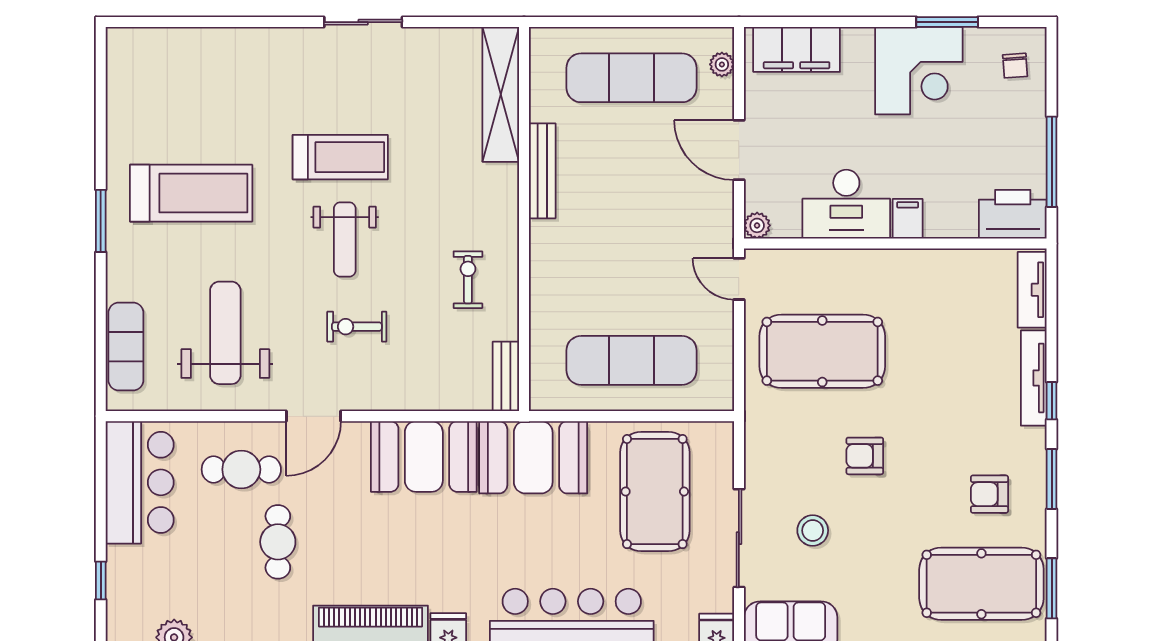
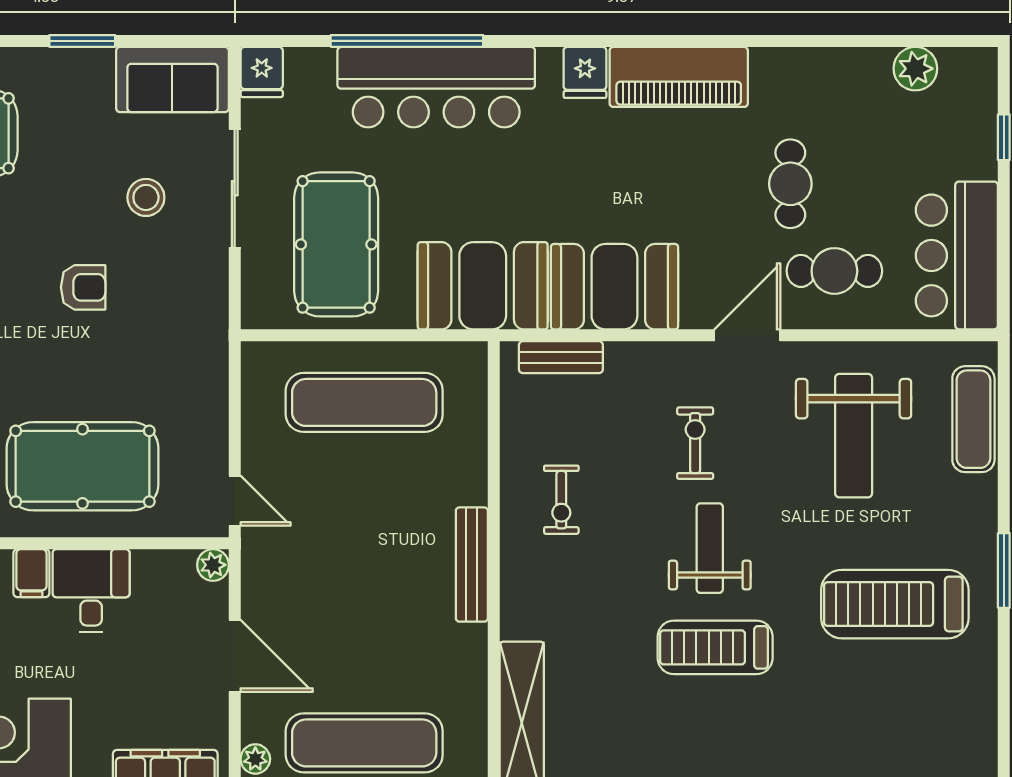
bench: (542, 171) -> (472, 565), moved
desk: (846, 204) -> (91, 591), width x0.73
exercise bike: (357, 327) -> (695, 443), turned -90
pool table: (822, 351) -> (82, 466), moved
bench: (506, 376) -> (561, 357), moved, turned 90

